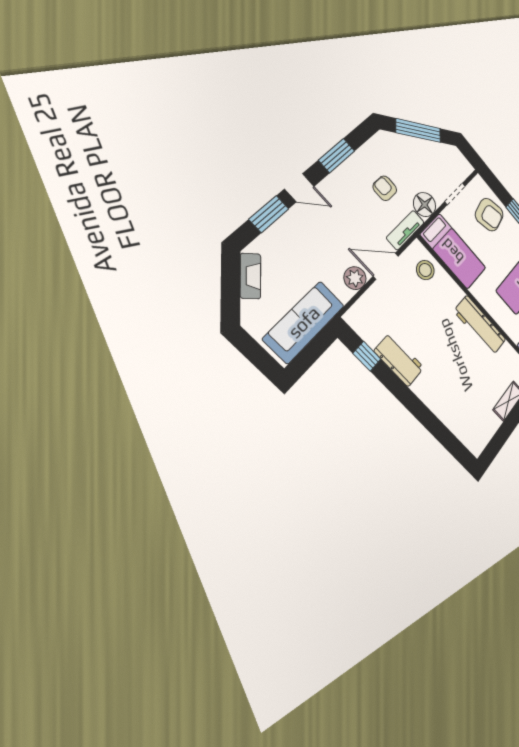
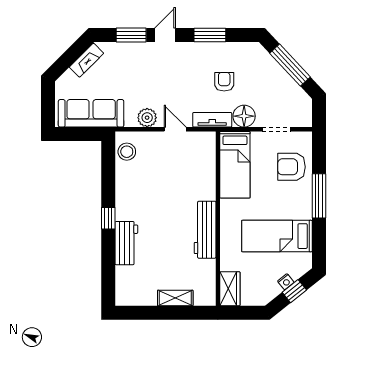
door: (299, 188) -> (165, 35), swing flipped
armchair: (489, 215) -> (291, 167), turned 103
door: (386, 266) -> (175, 129), width x0.73
stool: (425, 270) -> (127, 152), moved
window: (367, 356) -> (108, 218), moved
workbench: (399, 359) -> (126, 243), moved

